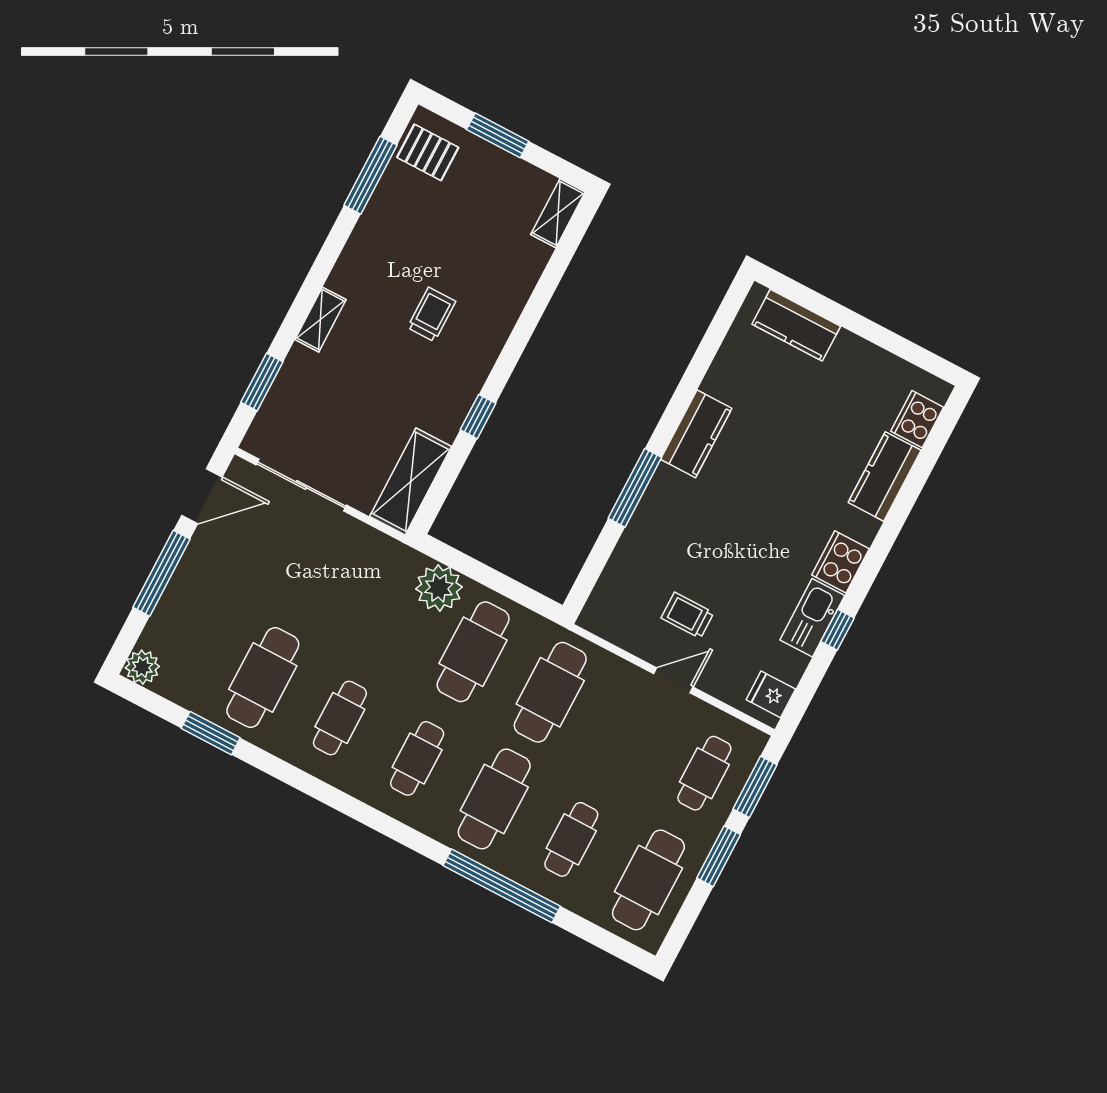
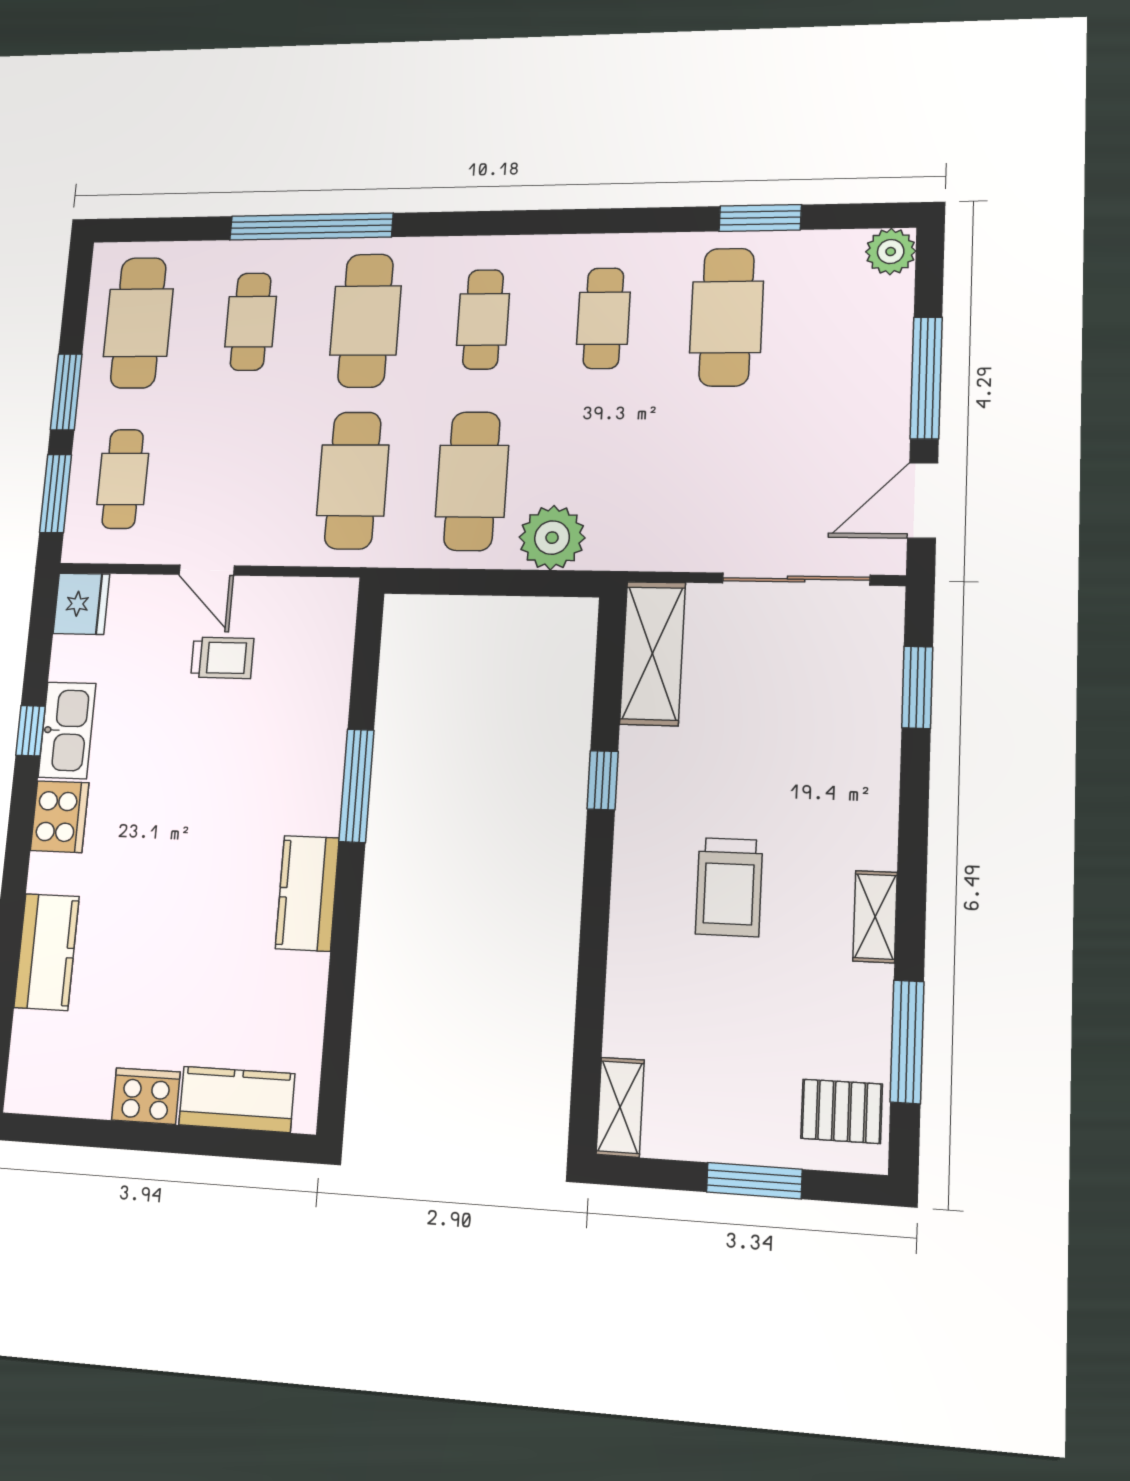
trolley: (432, 314) -> (729, 887), width x1.36, depth x1.39
shelving: (320, 320) -> (875, 917), moved
cooker: (917, 419) -> (146, 1096), moved, turned -90
door: (673, 680) -> (207, 570), hinge flipped
fridge: (771, 694) -> (81, 604), width x1.38

